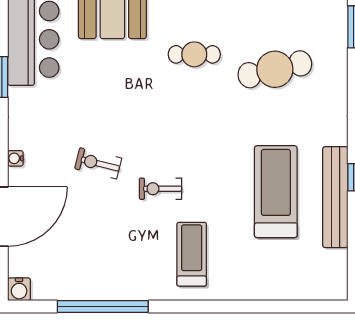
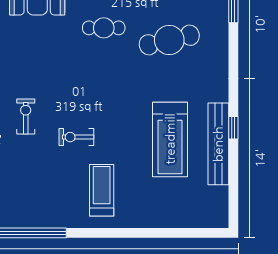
exercise bike: (98, 163) -> (26, 116), turned 76
treadmill: (276, 192) -> (170, 139), turned 180

